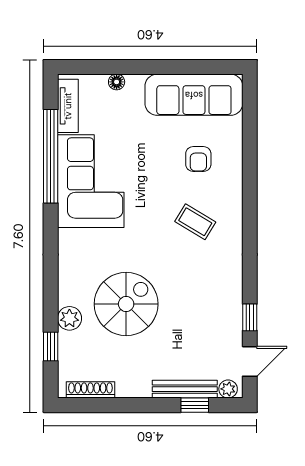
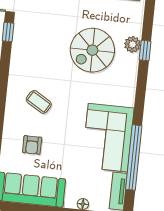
armchair: (198, 159) -> (32, 145), turned 180
window: (51, 347) -> (145, 50), moved

